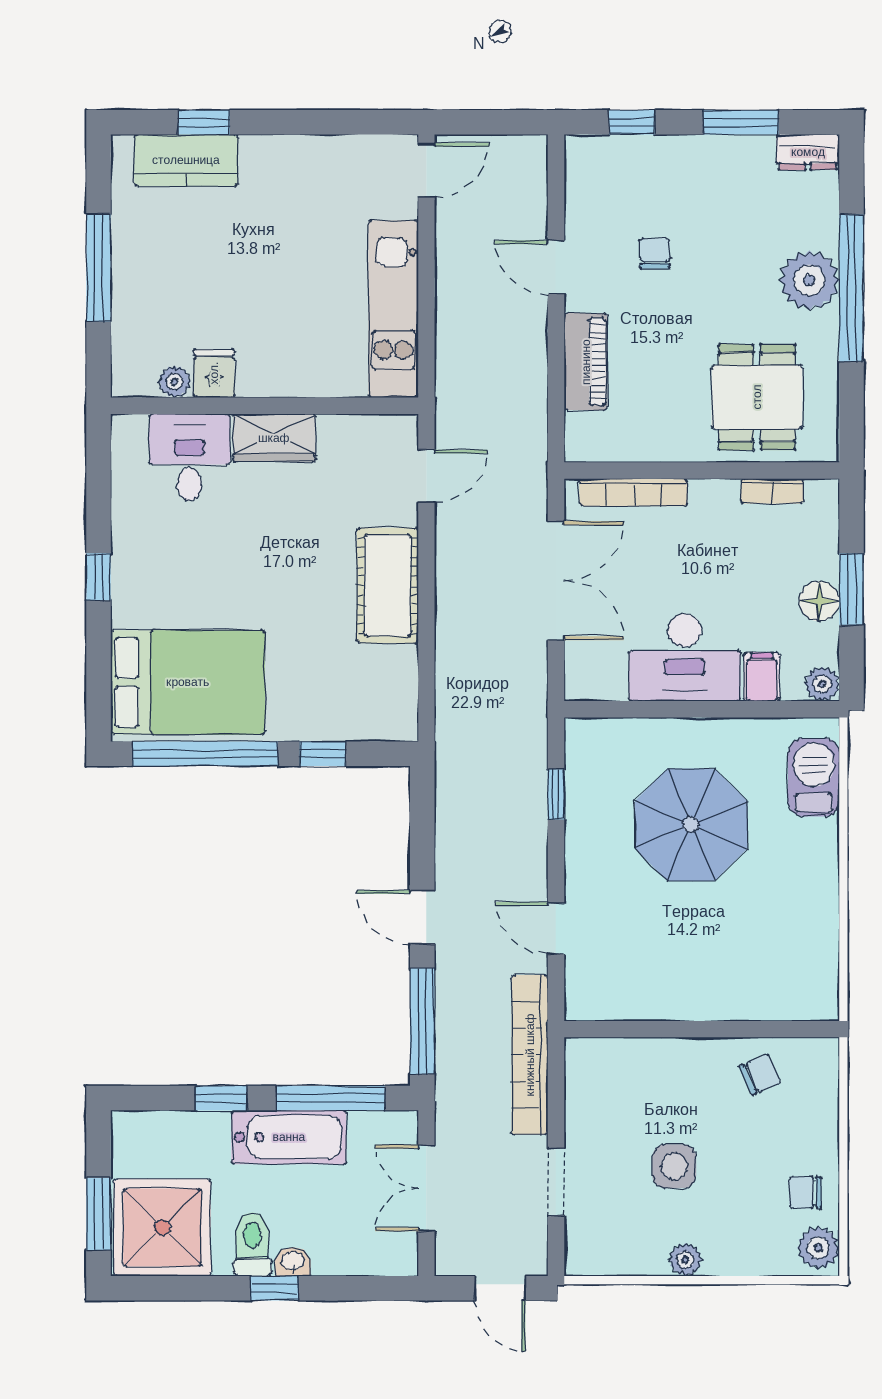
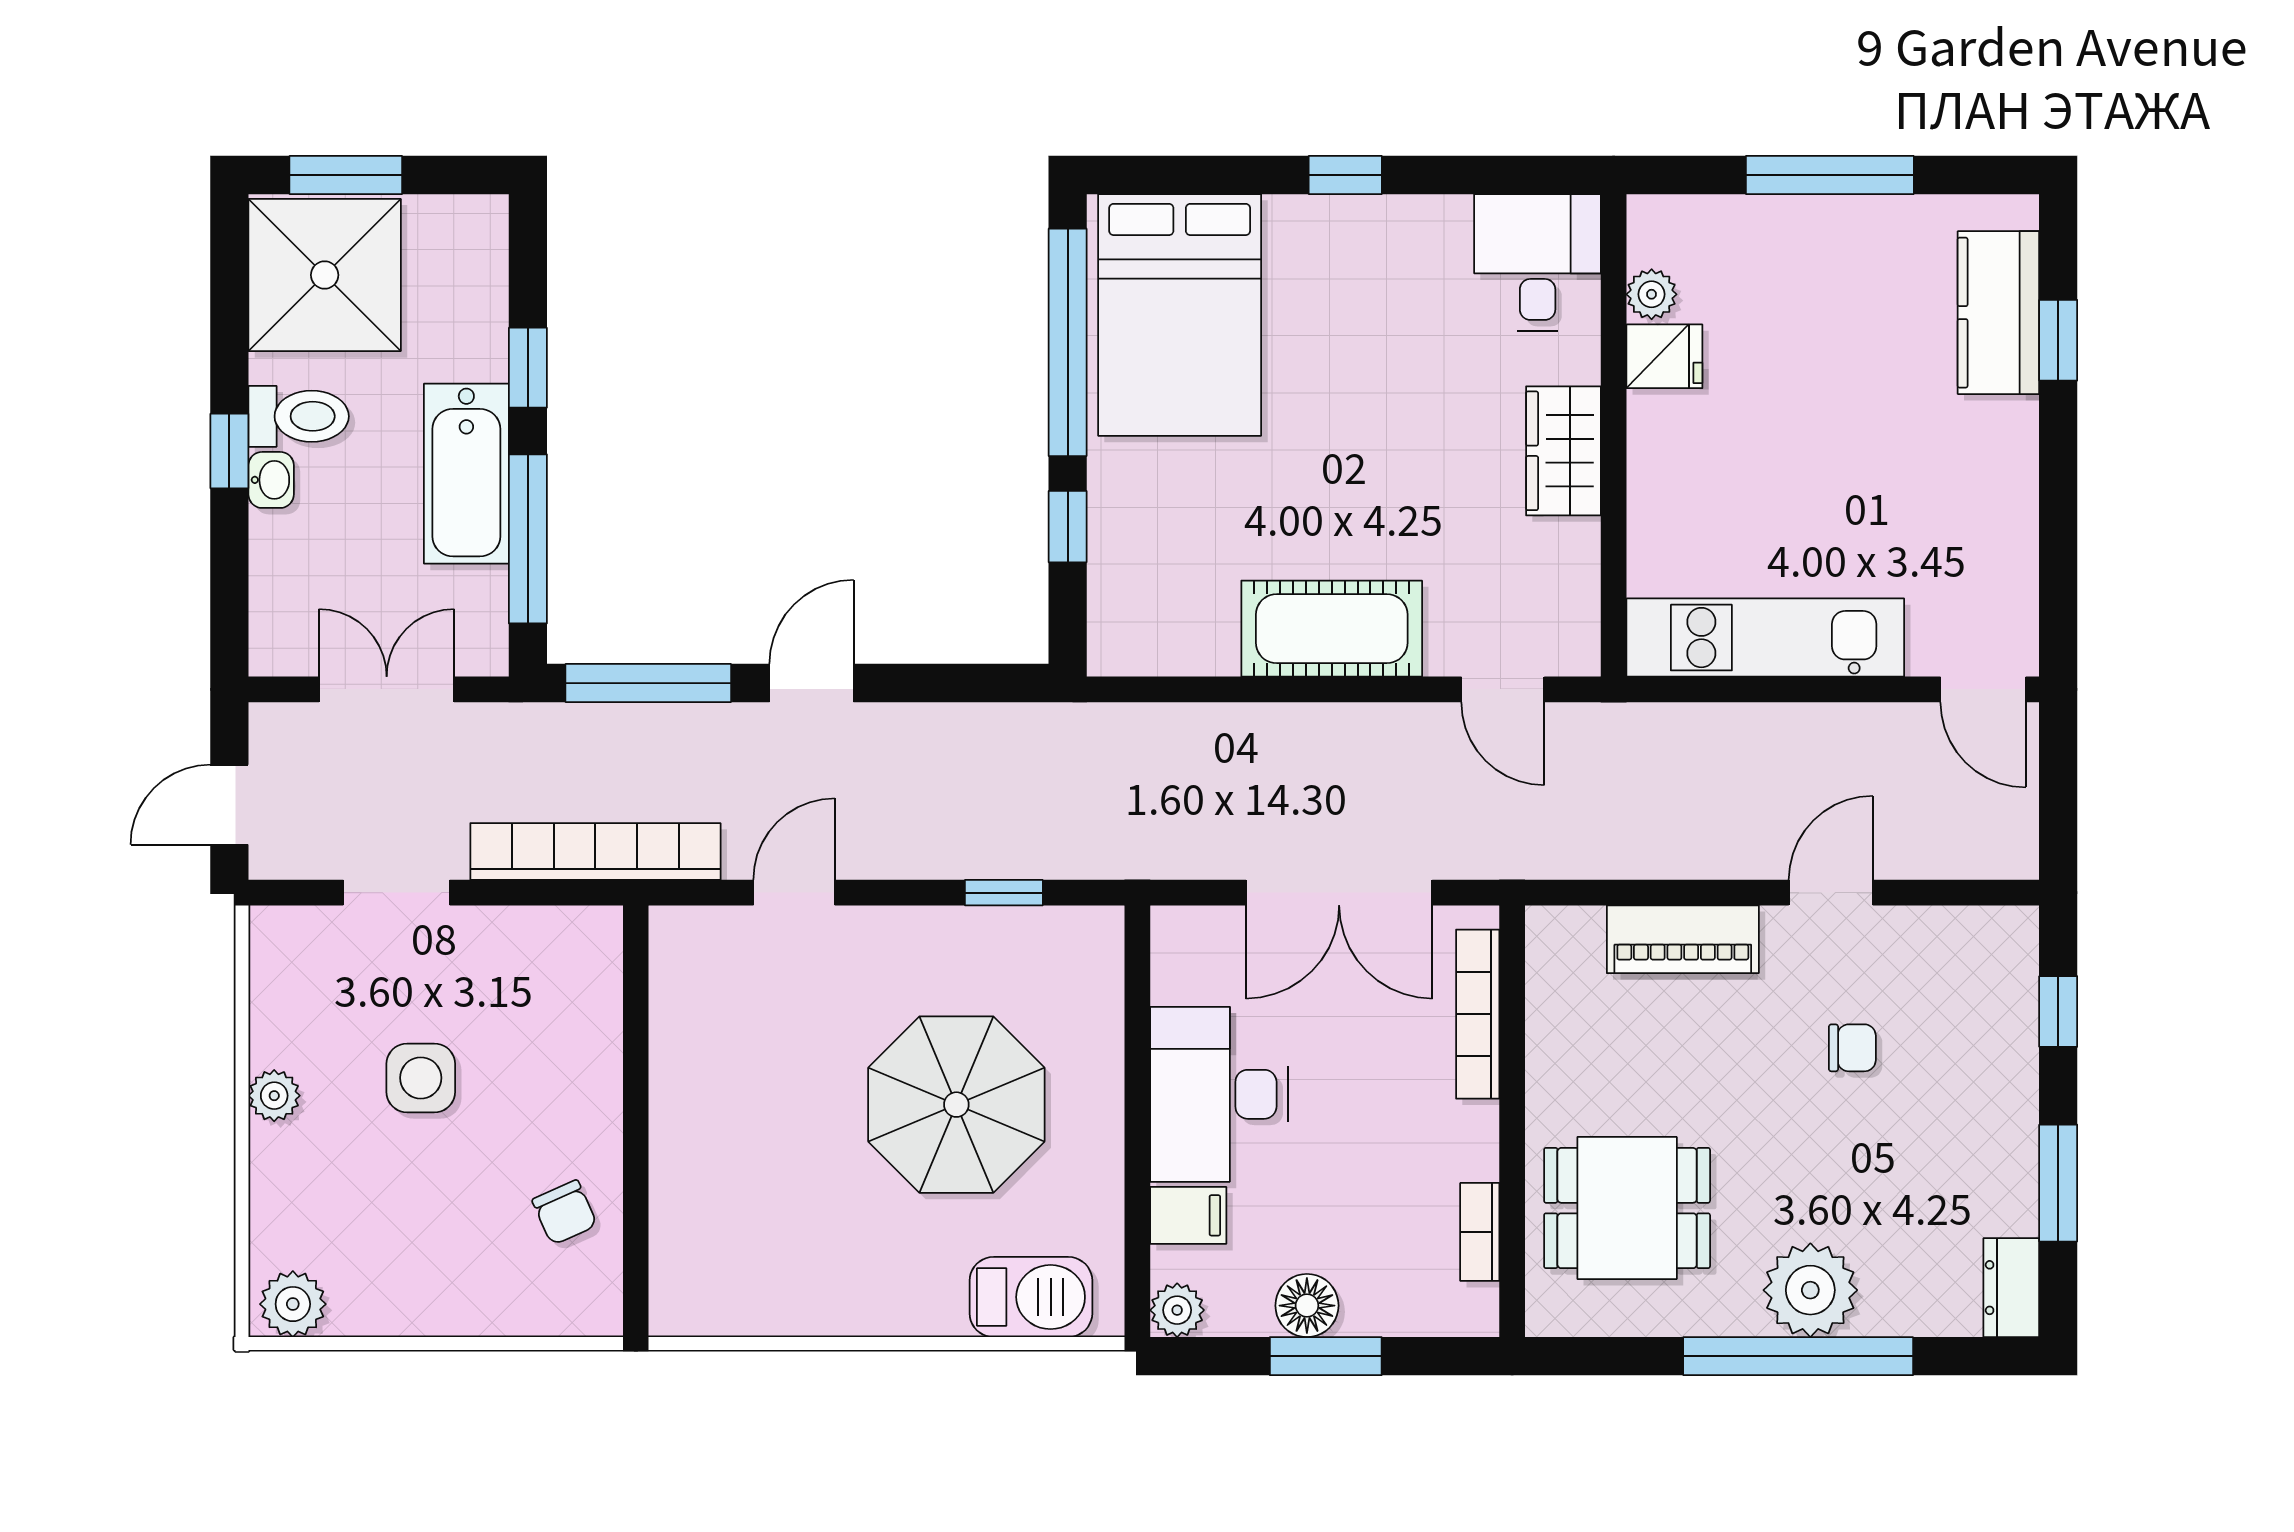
desk: (189, 457) -> (1538, 262), moved, turned -90
chair: (805, 1193) -> (379, 1284), removed

